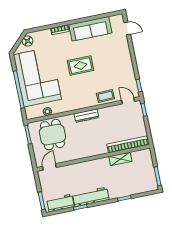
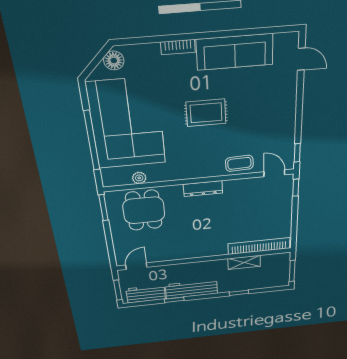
bookcase: (128, 145) -> (259, 246), moved
wall: (93, 158) -> (205, 259), moved
shelving: (120, 159) -> (244, 262), moved
door: (49, 167) -> (136, 266), moved

